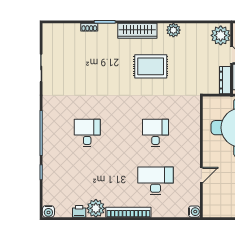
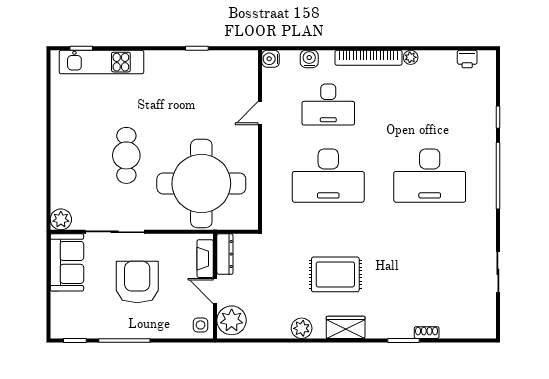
wardrobe: (137, 31) -> (346, 327), width x0.67
desk: (87, 133) -> (430, 176), width x1.87, depth x1.30
desk: (155, 133) -> (328, 176), width x1.87, depth x1.30
plant: (96, 208) -> (411, 57), width x0.53, depth x0.53
water cooler: (48, 211) -> (309, 59), moved
printer: (79, 211) -> (467, 59), moved

